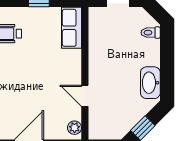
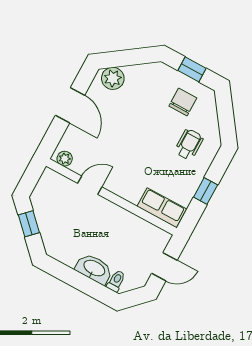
washbasin: (150, 83) -> (94, 269), moved

